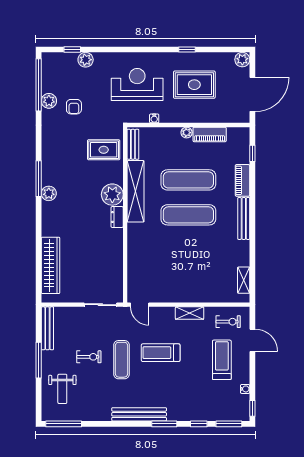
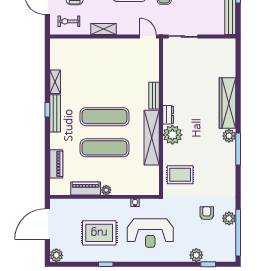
bench: (133, 144) -> (154, 96), moved
window: (252, 153) -> (47, 110), moved
piano: (243, 180) -> (56, 164), moved
wardrobe: (51, 265) -> (228, 103), moved
shelving: (244, 280) -> (55, 82), moved

